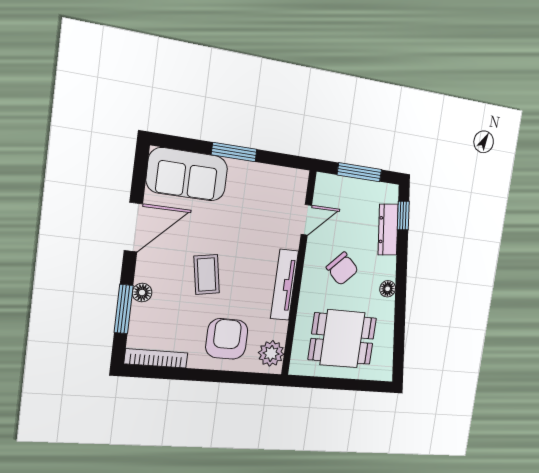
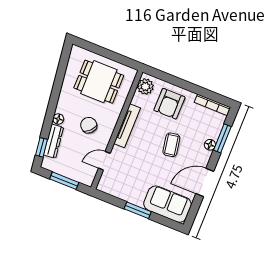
floor lamp: (388, 289) -> (58, 119), moved

